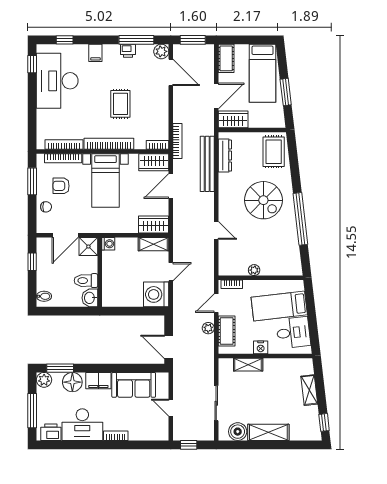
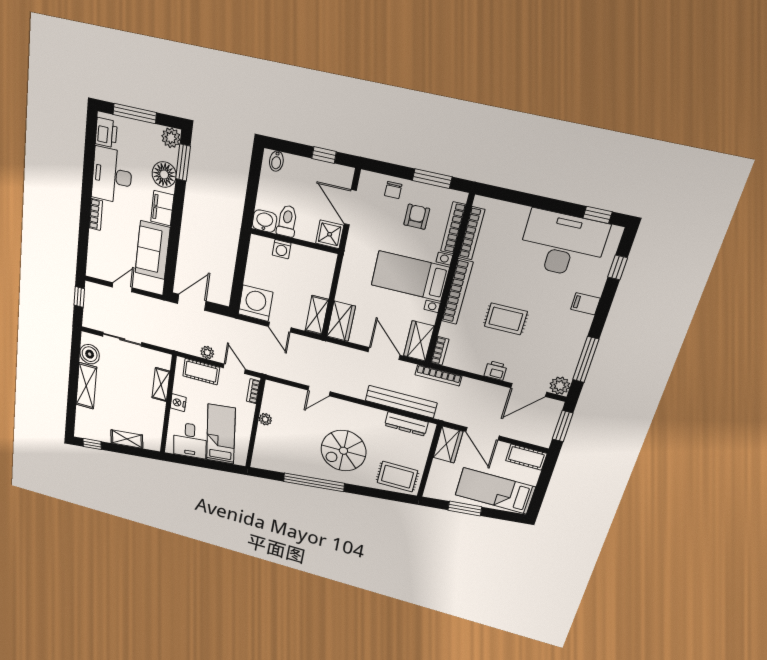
printer: (128, 51) -> (496, 370), moved, turned 90
washing machine: (108, 244) -> (282, 249), moved

